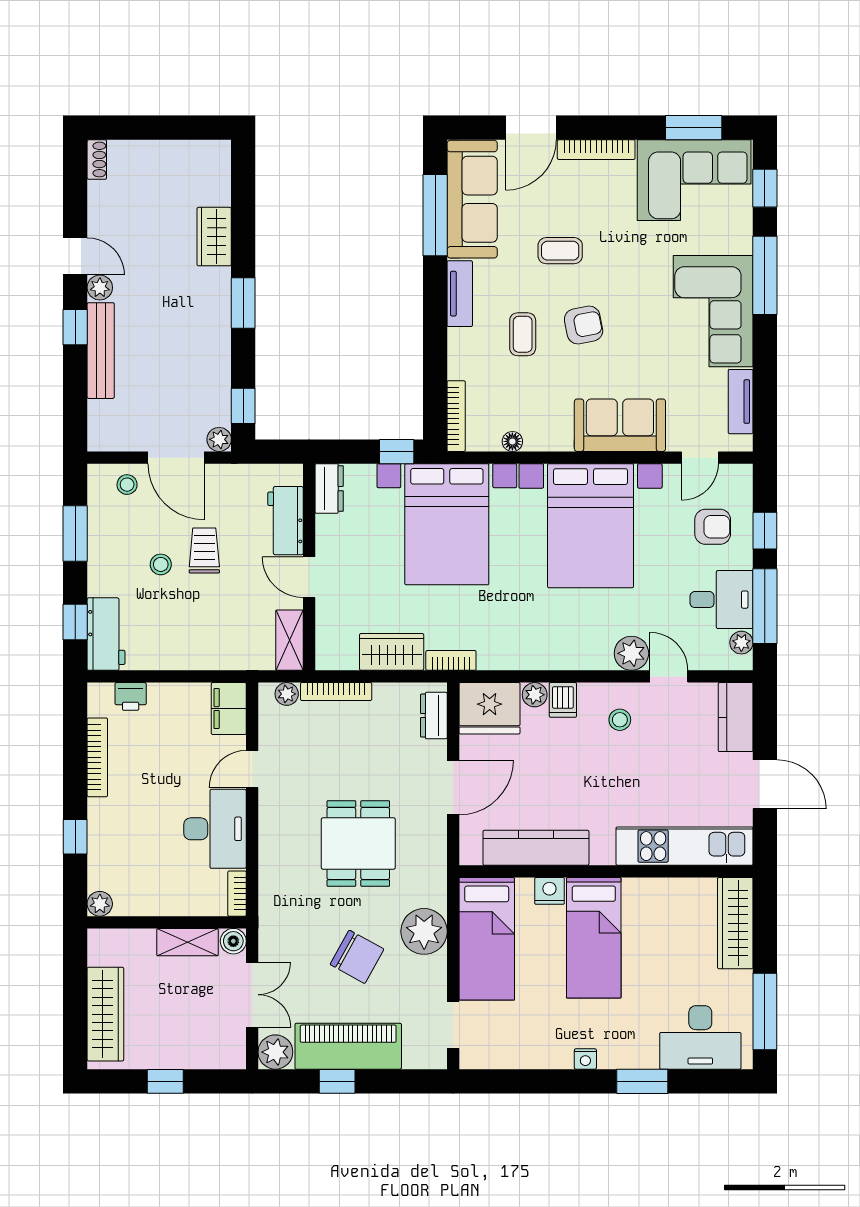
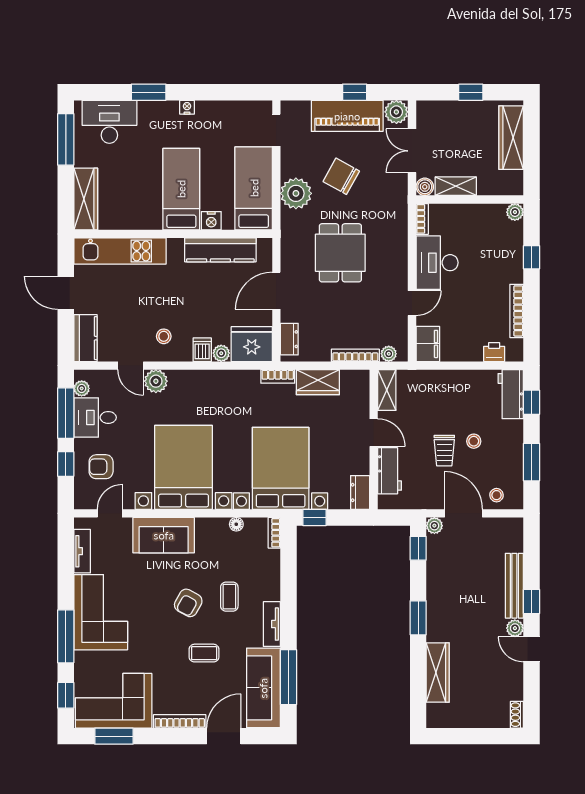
wardrobe: (214, 237) -> (438, 673), width x1.50
armchair: (584, 325) -> (188, 603), turned -50
bookcase: (456, 416) -> (274, 533), width x0.64

